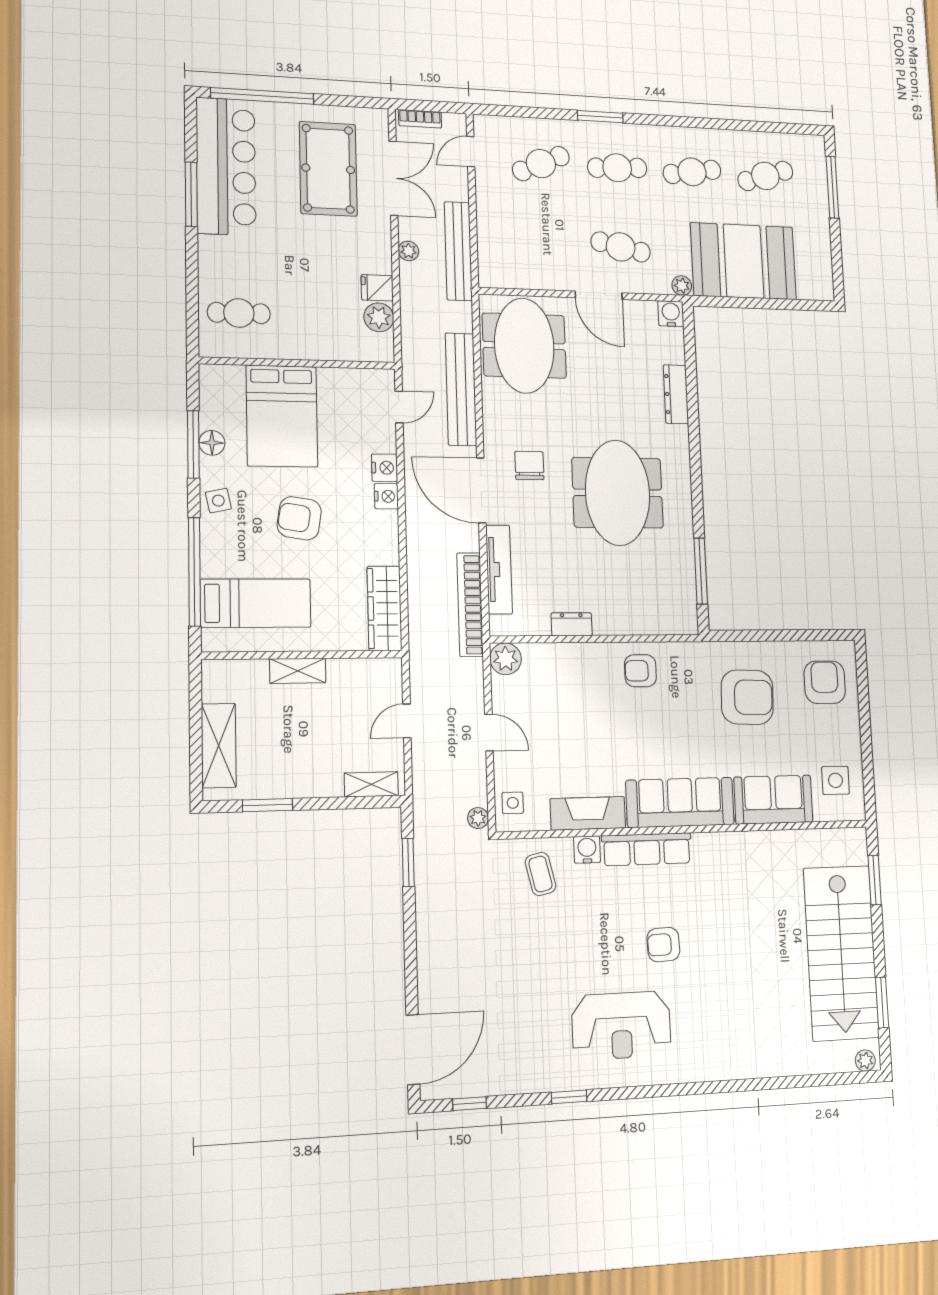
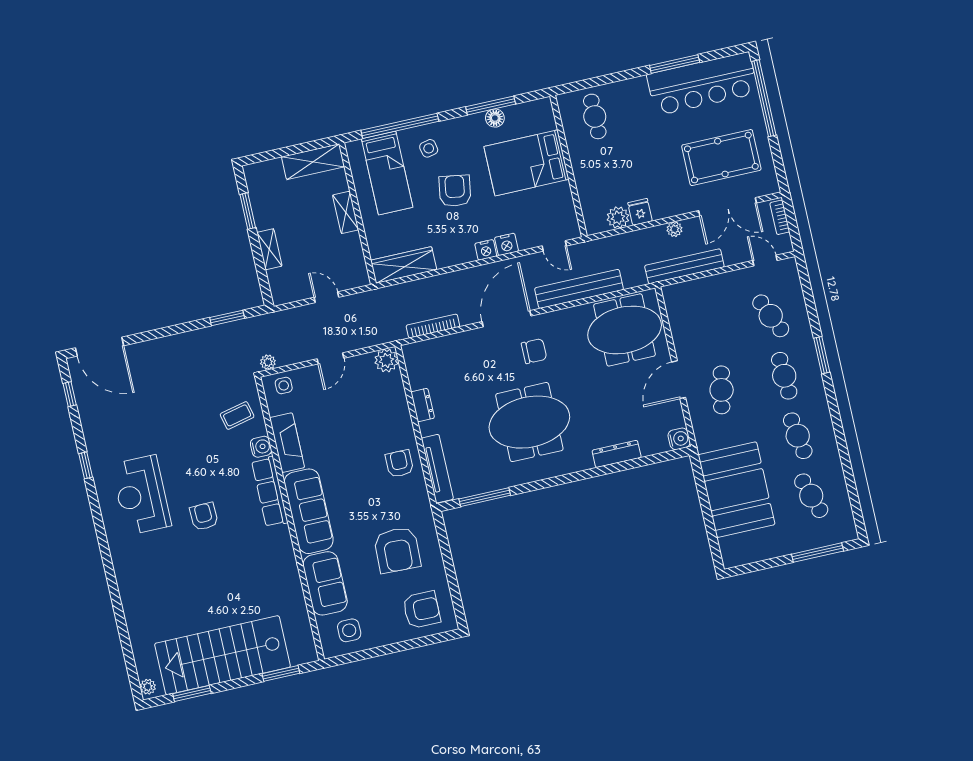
plant: (682, 286) -> (704, 444), removed
side table: (218, 501) -> (429, 148), moved
tv unit: (499, 569) -> (437, 469), moved, turned -90
bookcase: (470, 605) -> (433, 326), width x0.68, depth x0.76
shelving: (219, 746) -> (313, 162), moved
shelving: (371, 784) -> (269, 249), moved

